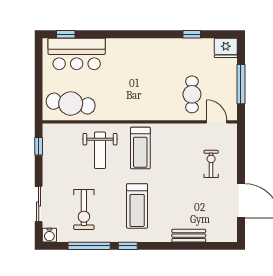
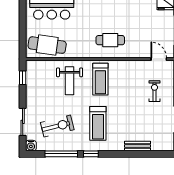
cafe table: (192, 94) -> (110, 40), moved, turned 90
exercise bike: (84, 209) -> (57, 126), turned -104

